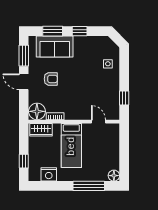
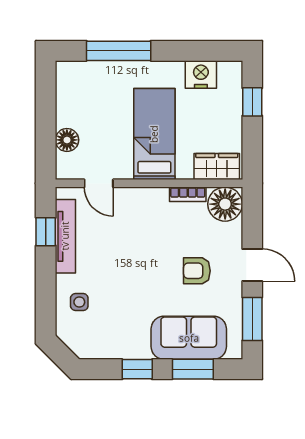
tv unit: (115, 96) -> (65, 236), added
floor lamp: (114, 176) -> (67, 140), moved

